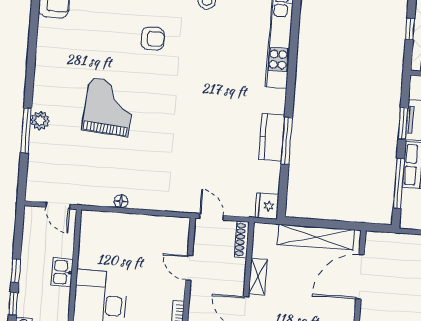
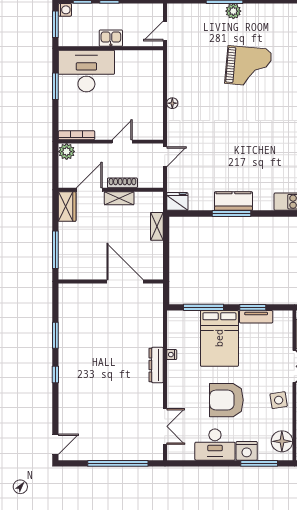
floor lamp: (121, 201) -> (172, 103), moved
shelving: (316, 237) -> (157, 226), width x0.45, depth x0.75
shoe rack: (242, 240) -> (122, 183), moved

